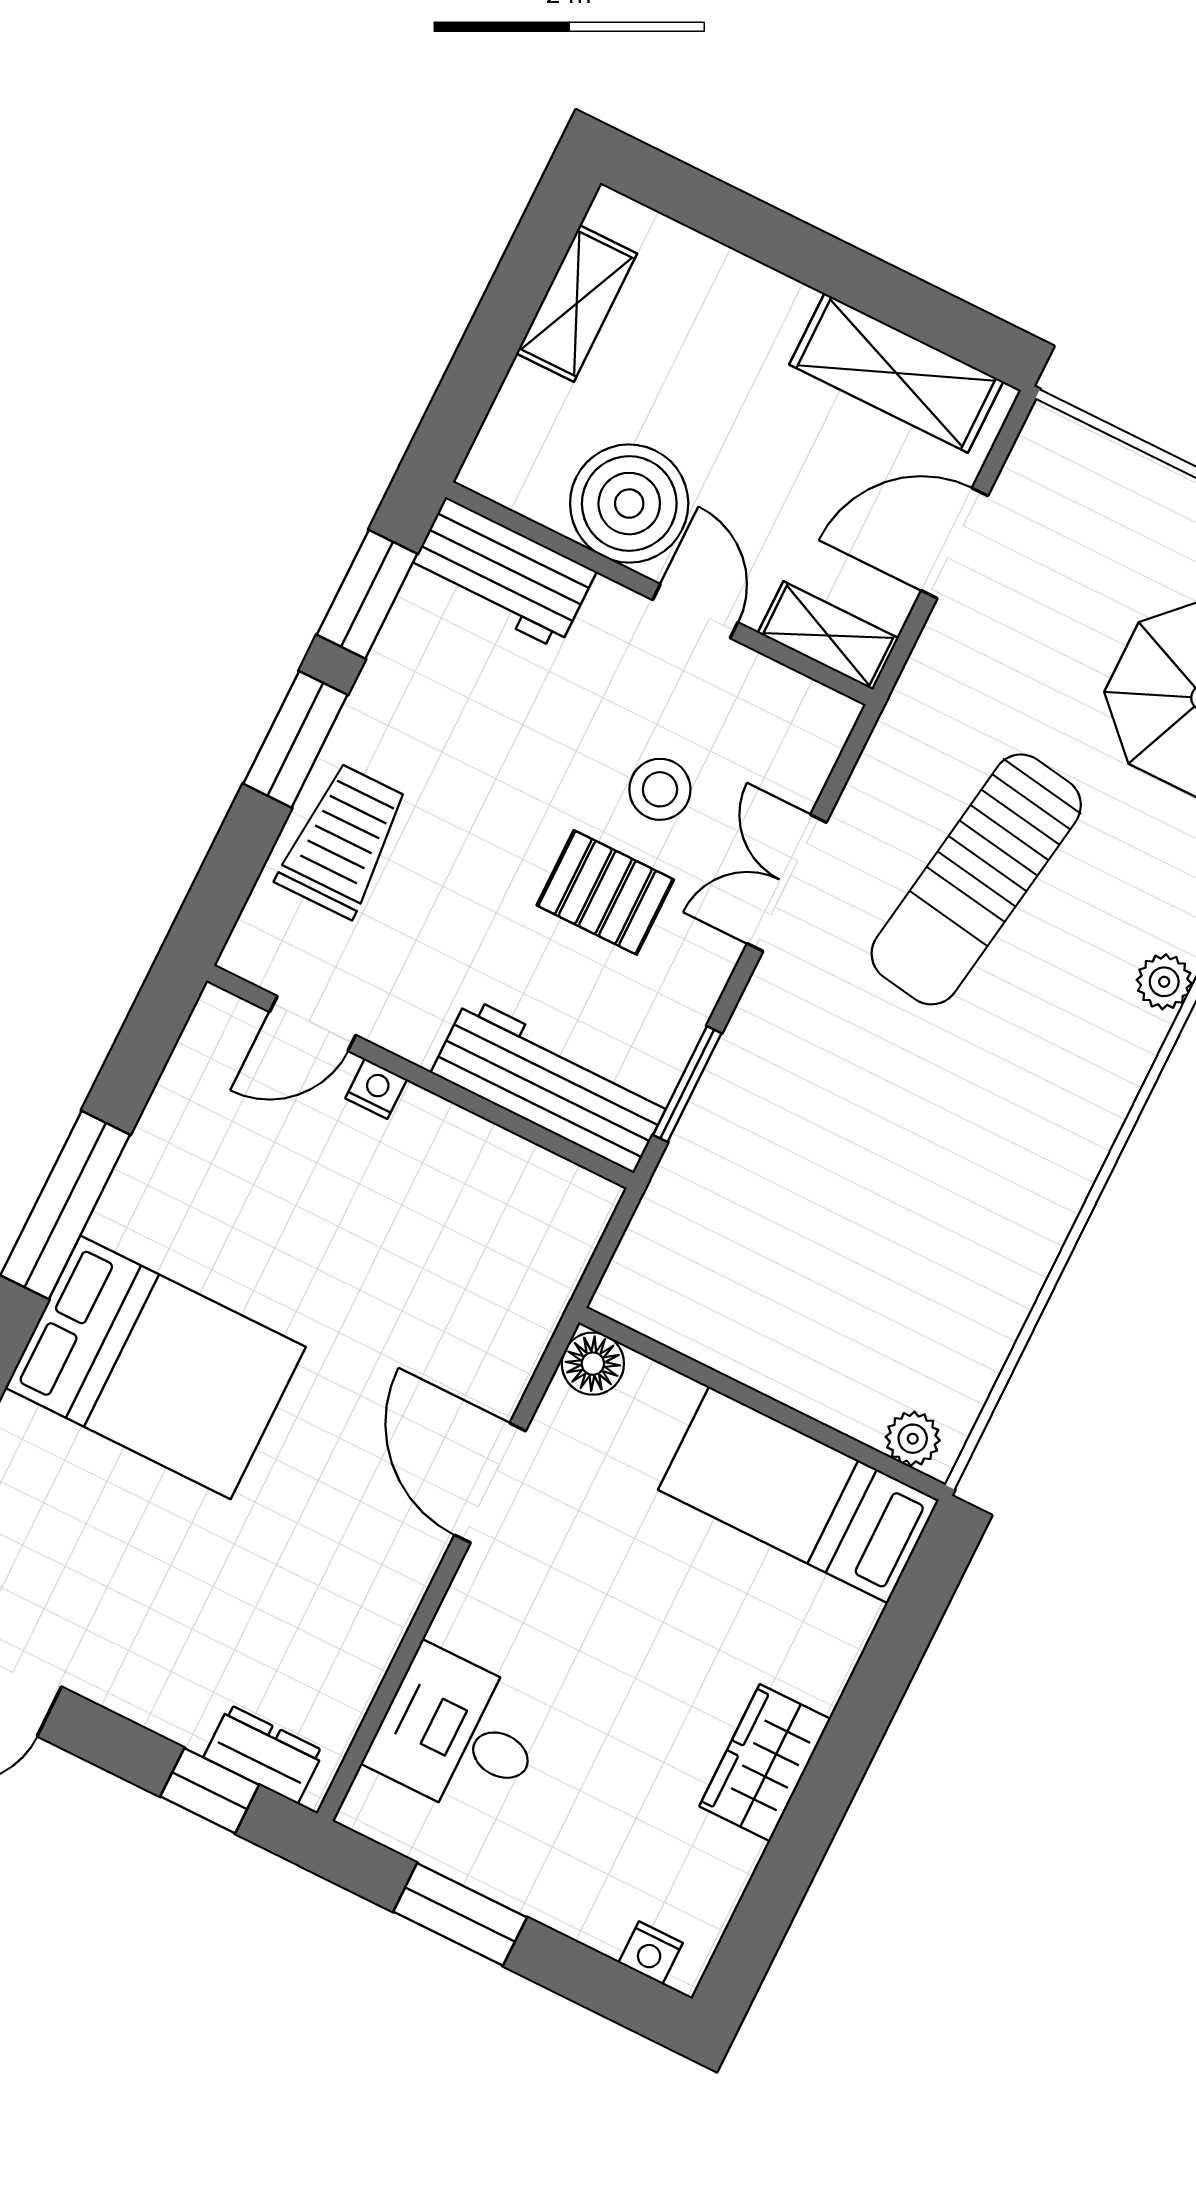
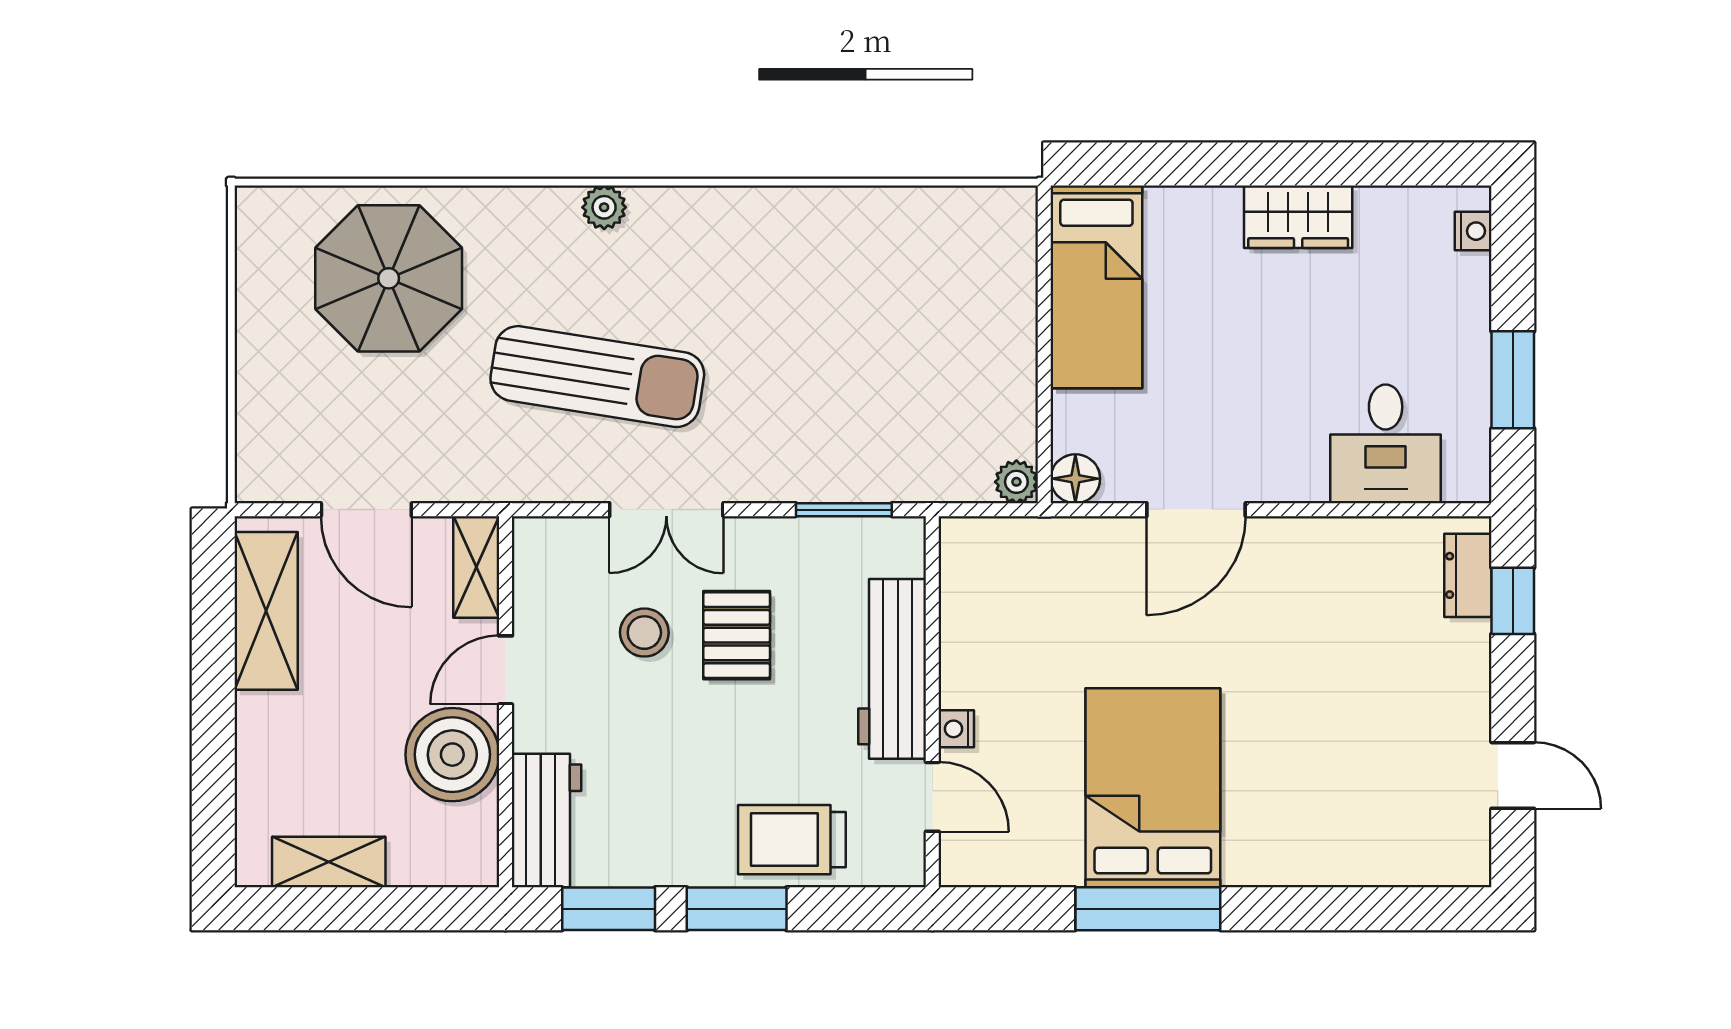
workbench: (551, 1085) -> (892, 669), moved
bed: (155, 1367) -> (1153, 788), moved
plant: (913, 1439) -> (1016, 482), moved

